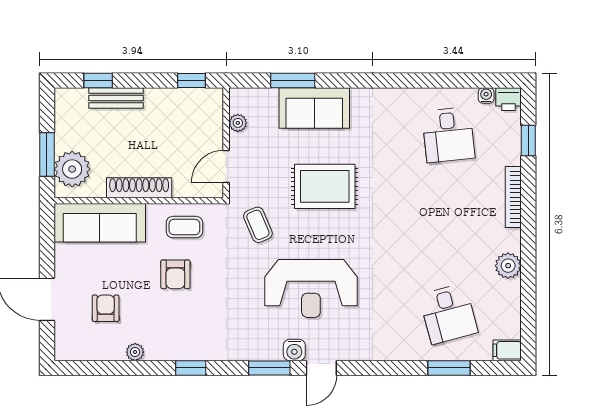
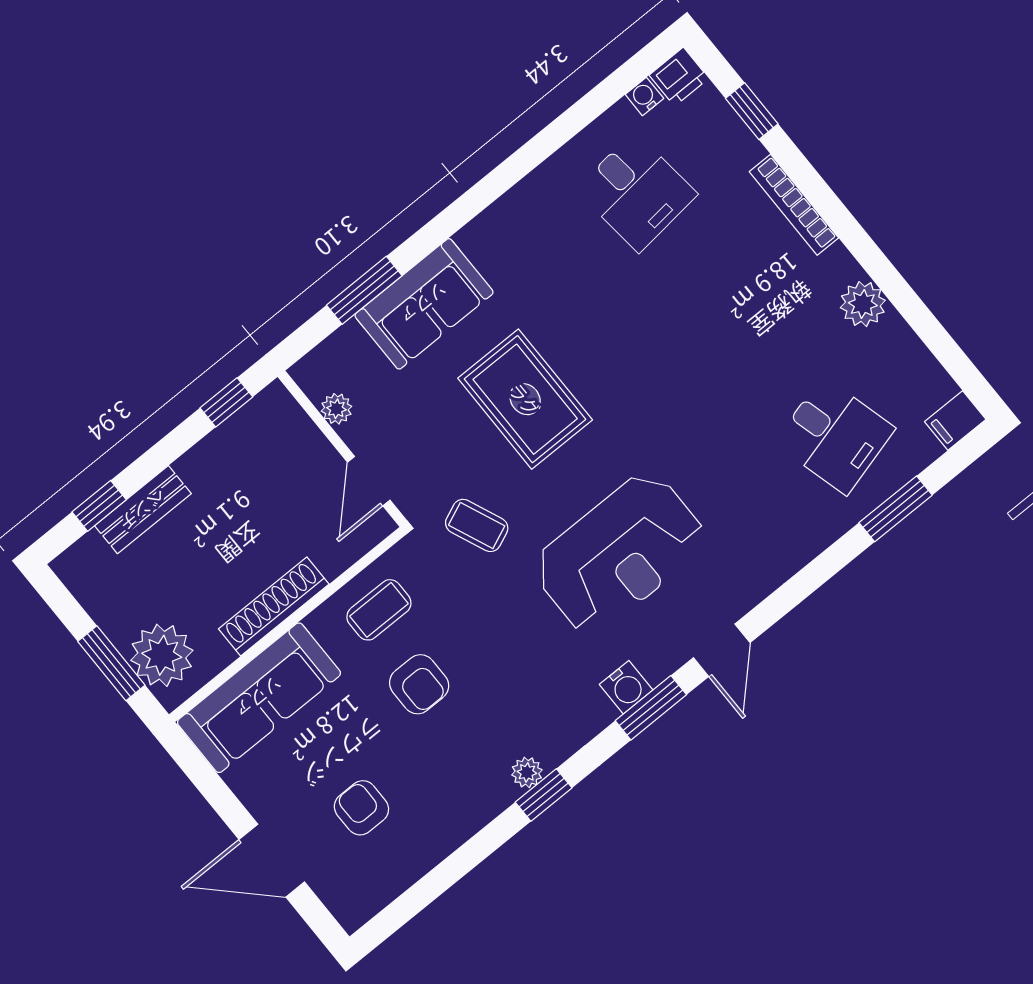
rug: (325, 186) -> (525, 399), turned 90
water cooler: (294, 350) -> (626, 687), moved
plant: (135, 352) -> (527, 772), moved

